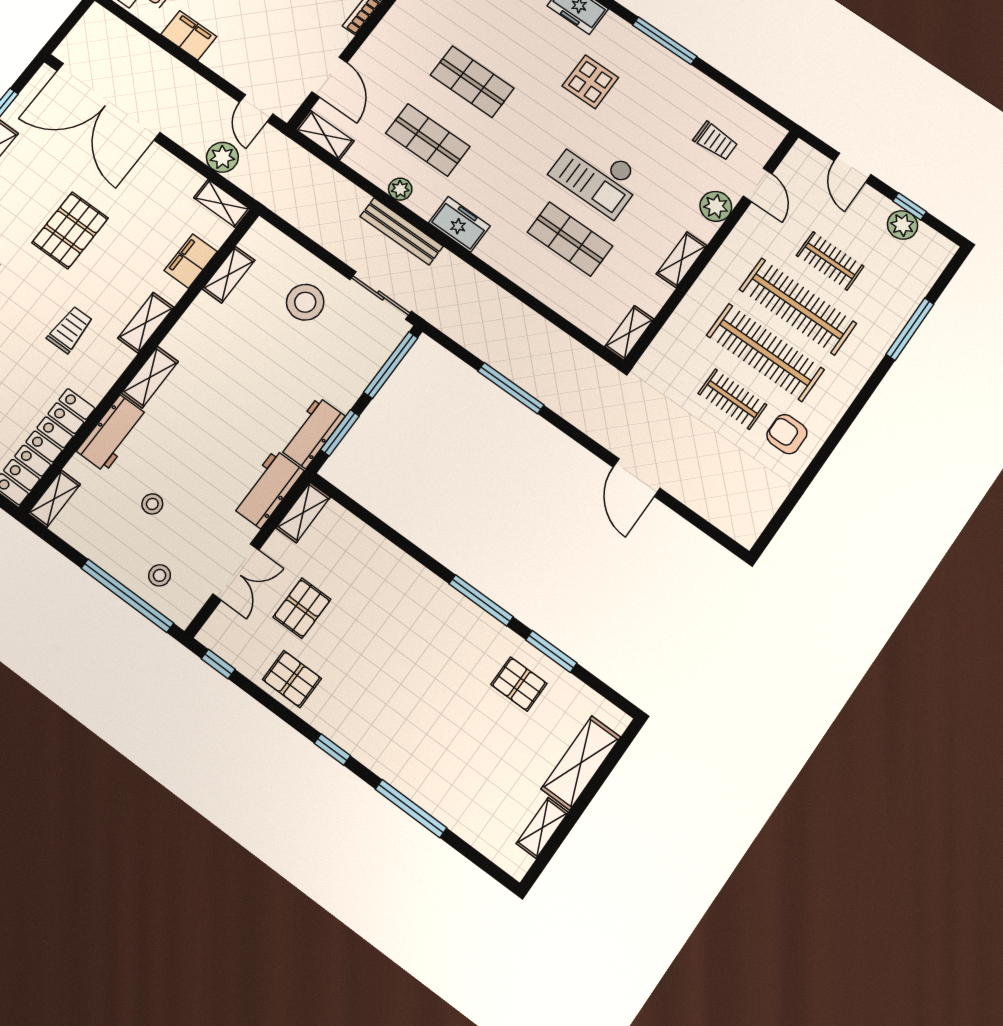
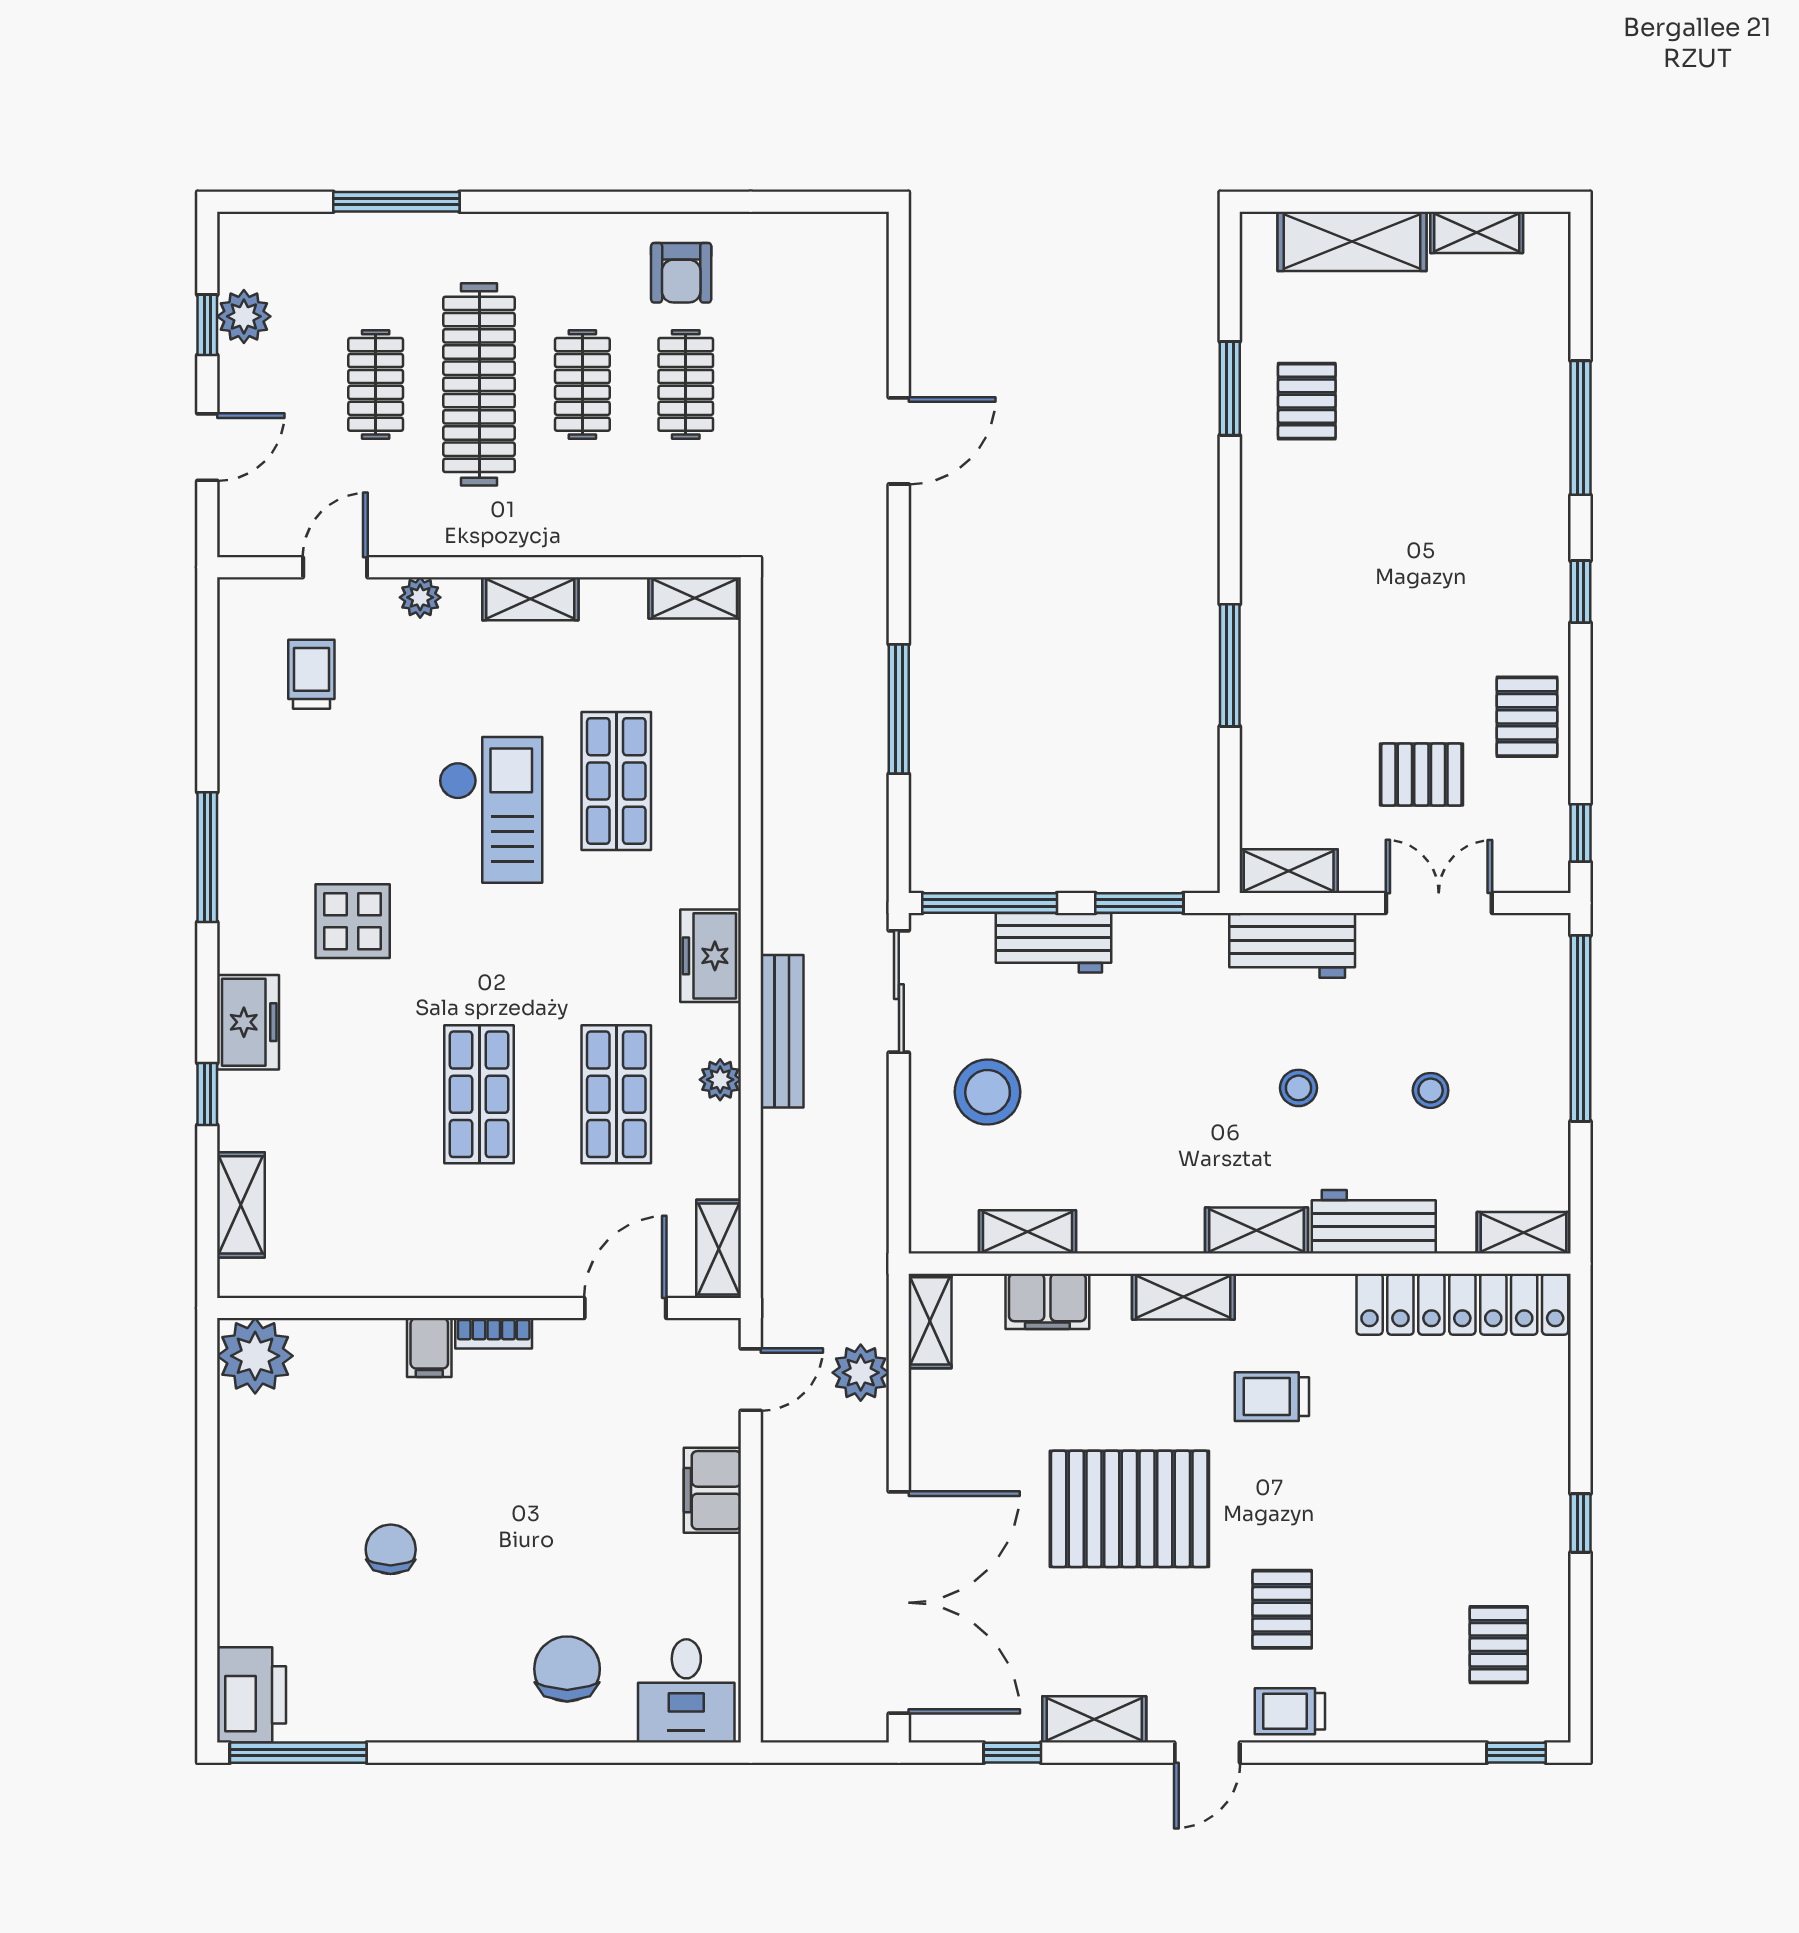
filing cabinet: (189, 36) -> (712, 1490), moved
plant: (716, 206) -> (420, 597), width x0.73, depth x0.73
pallet: (70, 230) -> (1129, 1509), width x1.37, depth x1.41
clothes rail: (765, 352) -> (582, 384), width x0.54, depth x0.76
workbench: (312, 433) -> (1053, 943), moved
stool: (160, 575) -> (1299, 1088), moved
window: (481, 600) -> (1230, 665), moved

